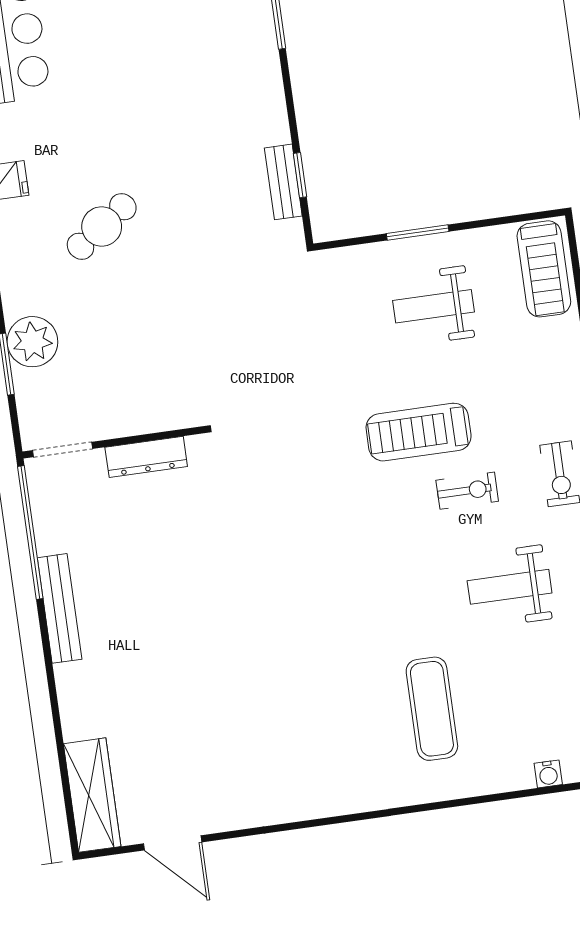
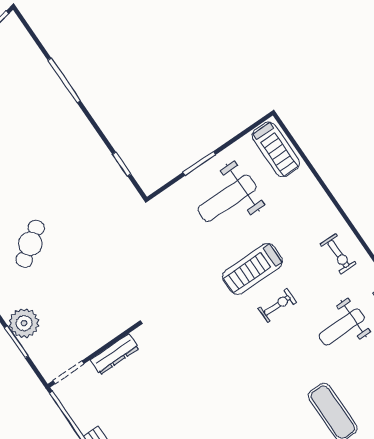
bench: (283, 182) -> (115, 172), removed
weight bench: (433, 306) -> (227, 198), width x1.36, depth x1.33
exercise bike: (467, 491) -> (277, 305), moved

